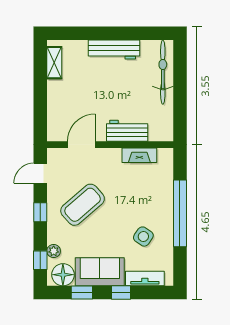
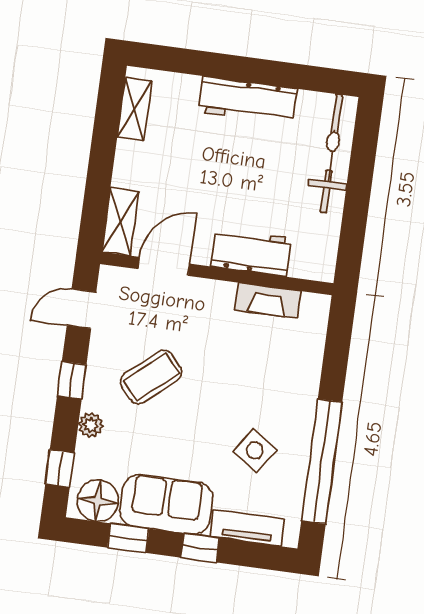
shelving: (55, 124) -> (120, 222), added
coffee table: (83, 205) -> (151, 377), width x0.73, depth x0.76
window: (180, 213) -> (322, 461), moved
plant: (54, 251) -> (91, 425), moved

